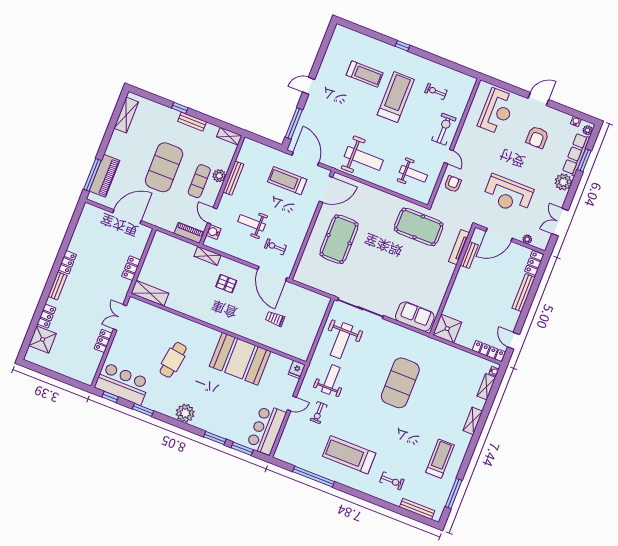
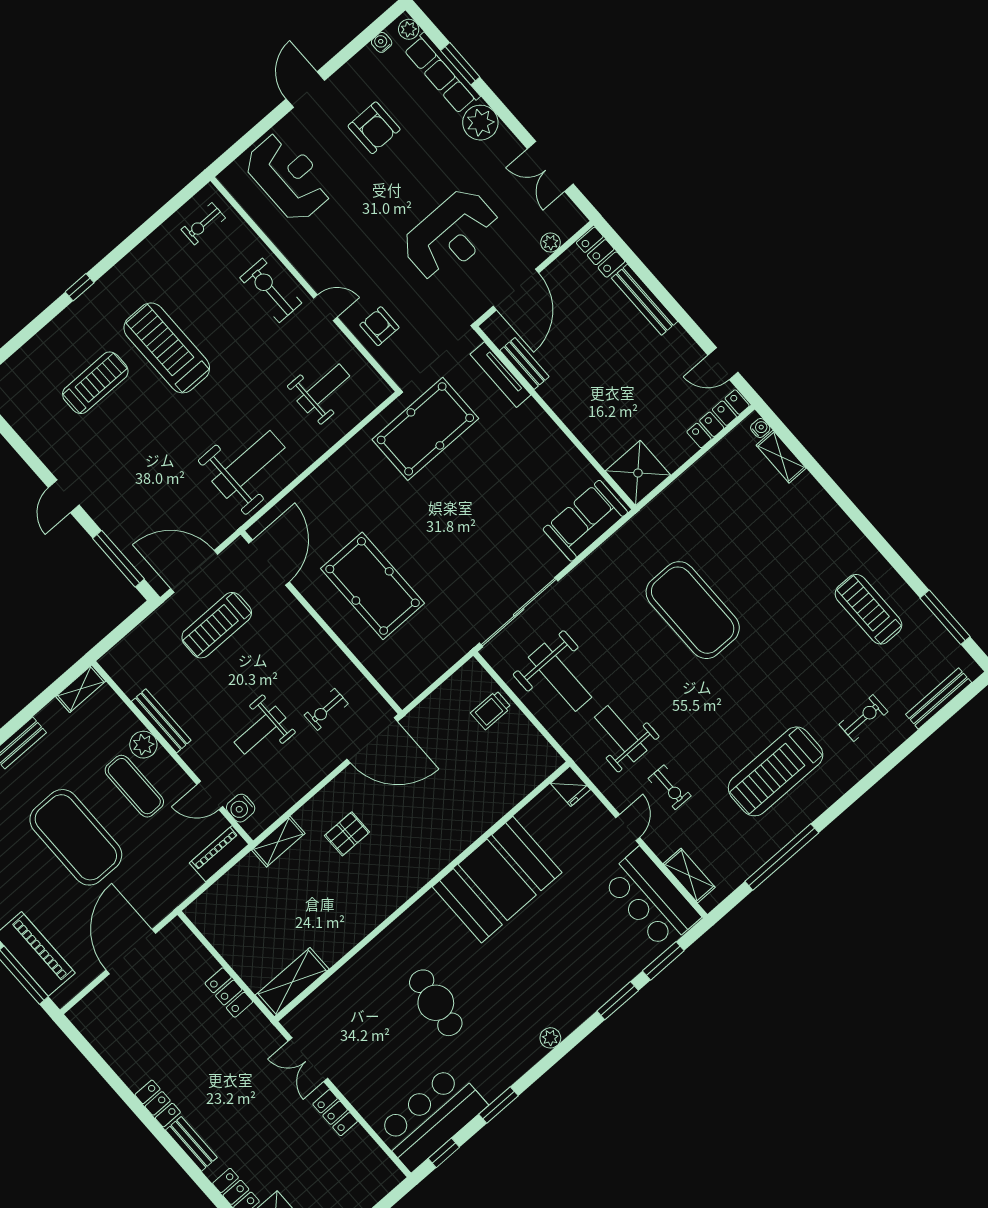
exercise bike: (436, 92) -> (203, 224), moved
trolley: (275, 319) -> (491, 710), moved
plant: (185, 413) -> (550, 1038), width x0.53, depth x0.53
shelving: (473, 421) -> (689, 875), moved

